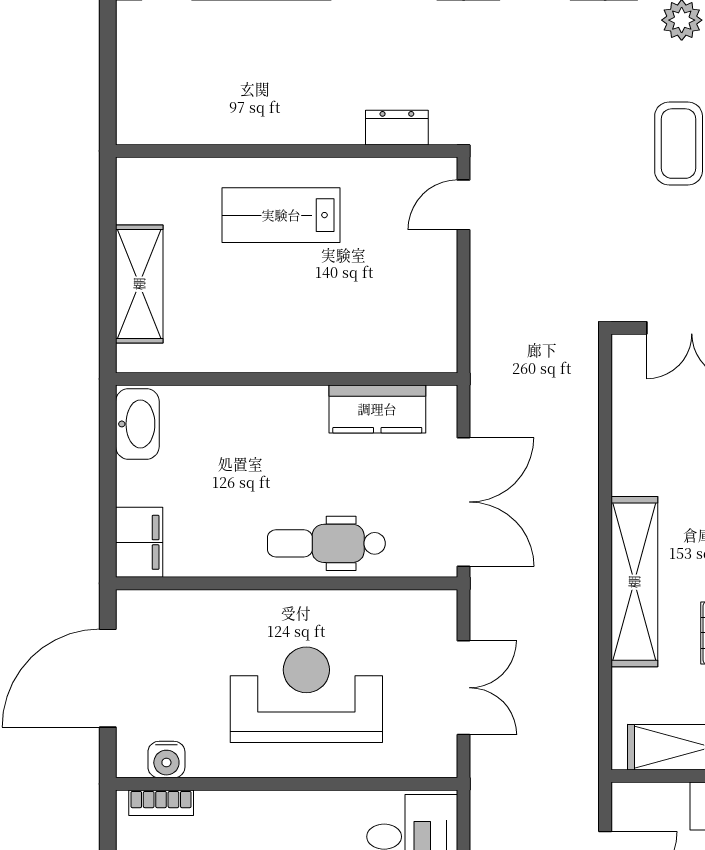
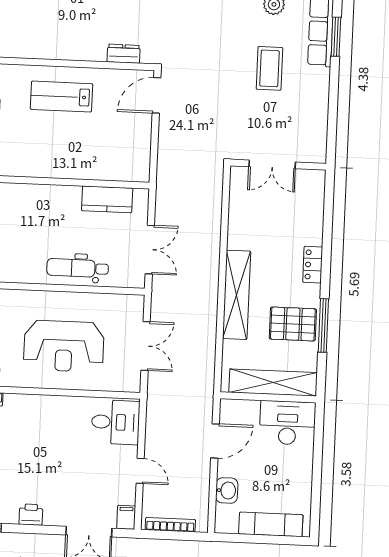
door: (464, 205) -> (157, 95), width x1.38
double door: (464, 502) -> (150, 250), width x0.73
reception desk: (306, 695) -> (64, 346), turned 180

